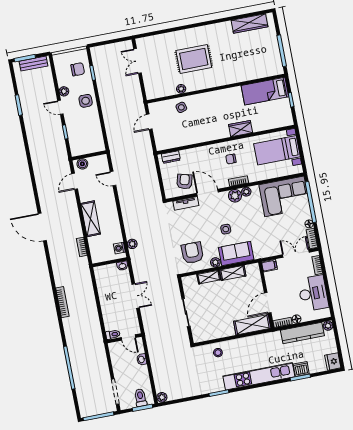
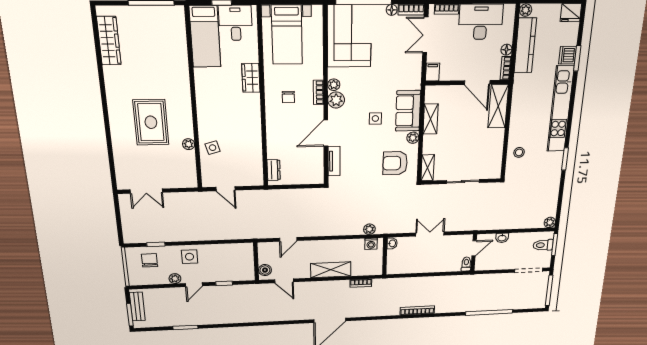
desk: (279, 112) -> (236, 23), added
armchair: (185, 182) -> (307, 159), removed
shelving: (209, 277) -> (428, 168), moved

